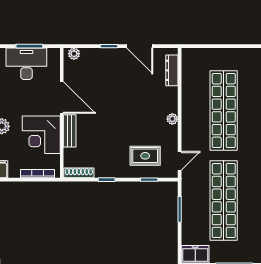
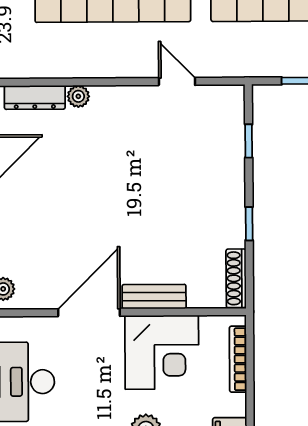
plant: (172, 119) -> (78, 96), moved
rug: (145, 156) -> (202, 149), removed
door: (180, 161) -> (177, 81), moved

